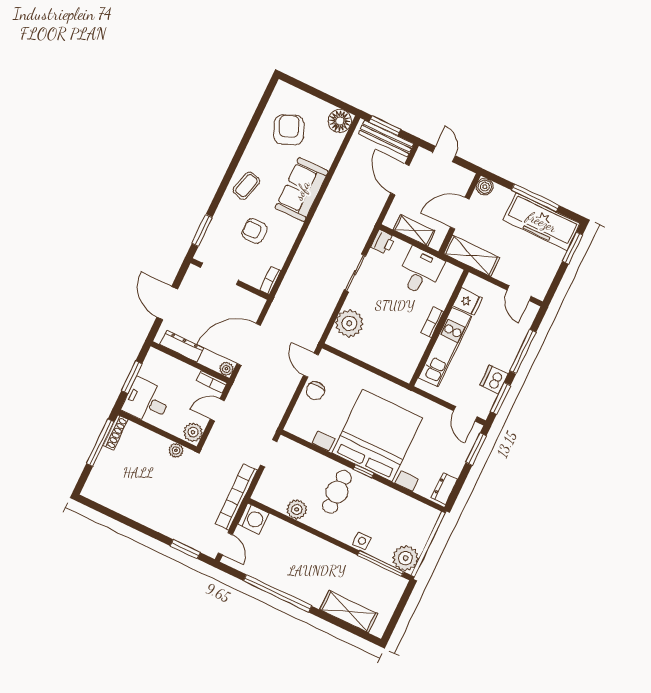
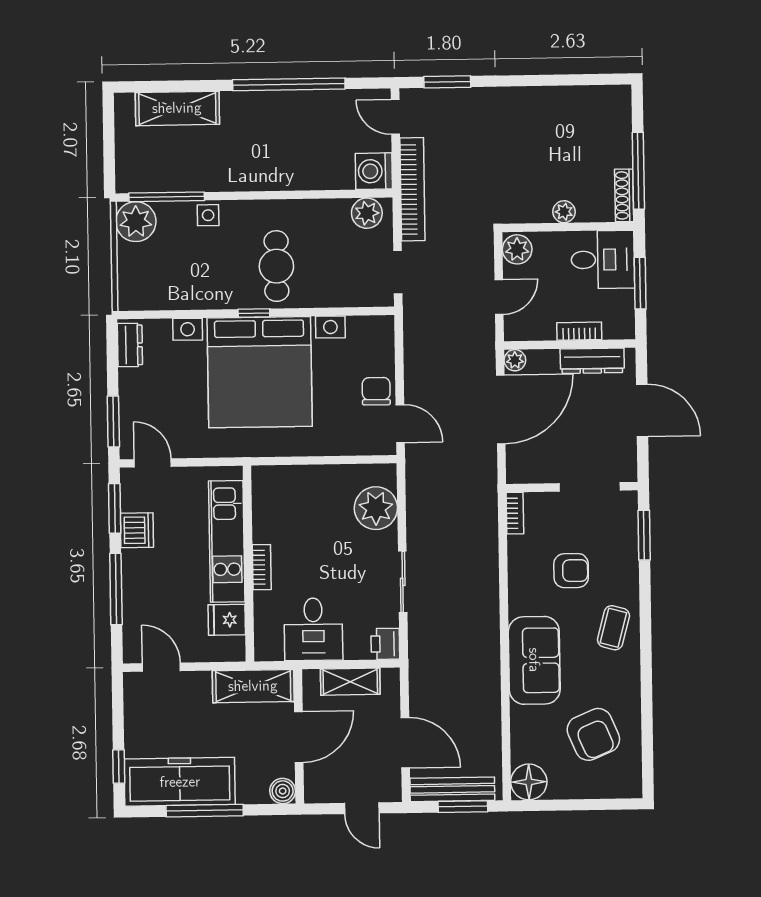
window: (572, 248) -> (119, 767), width x0.67
bookcase: (212, 382) -> (579, 331), moved
plant: (176, 450) -> (564, 212), moved
plant: (297, 509) -> (367, 213), moved

